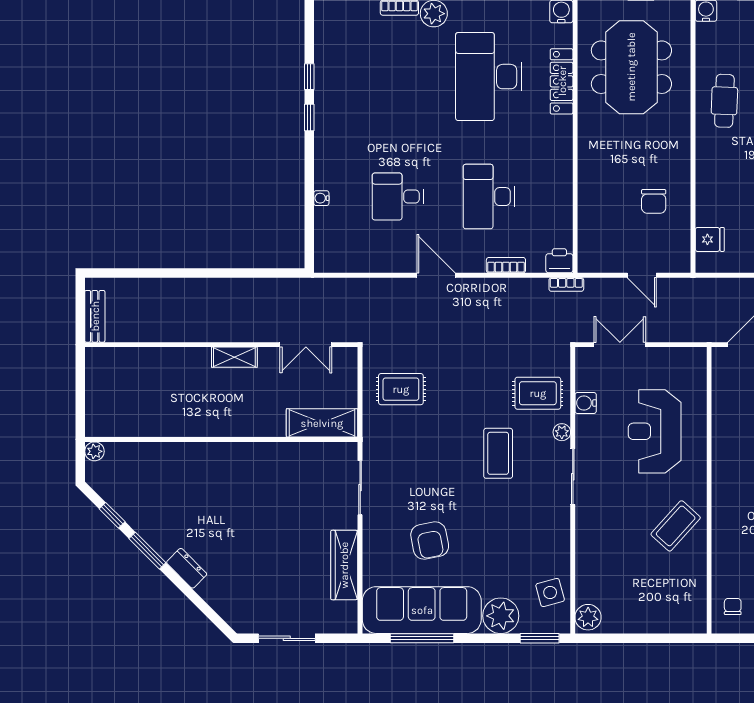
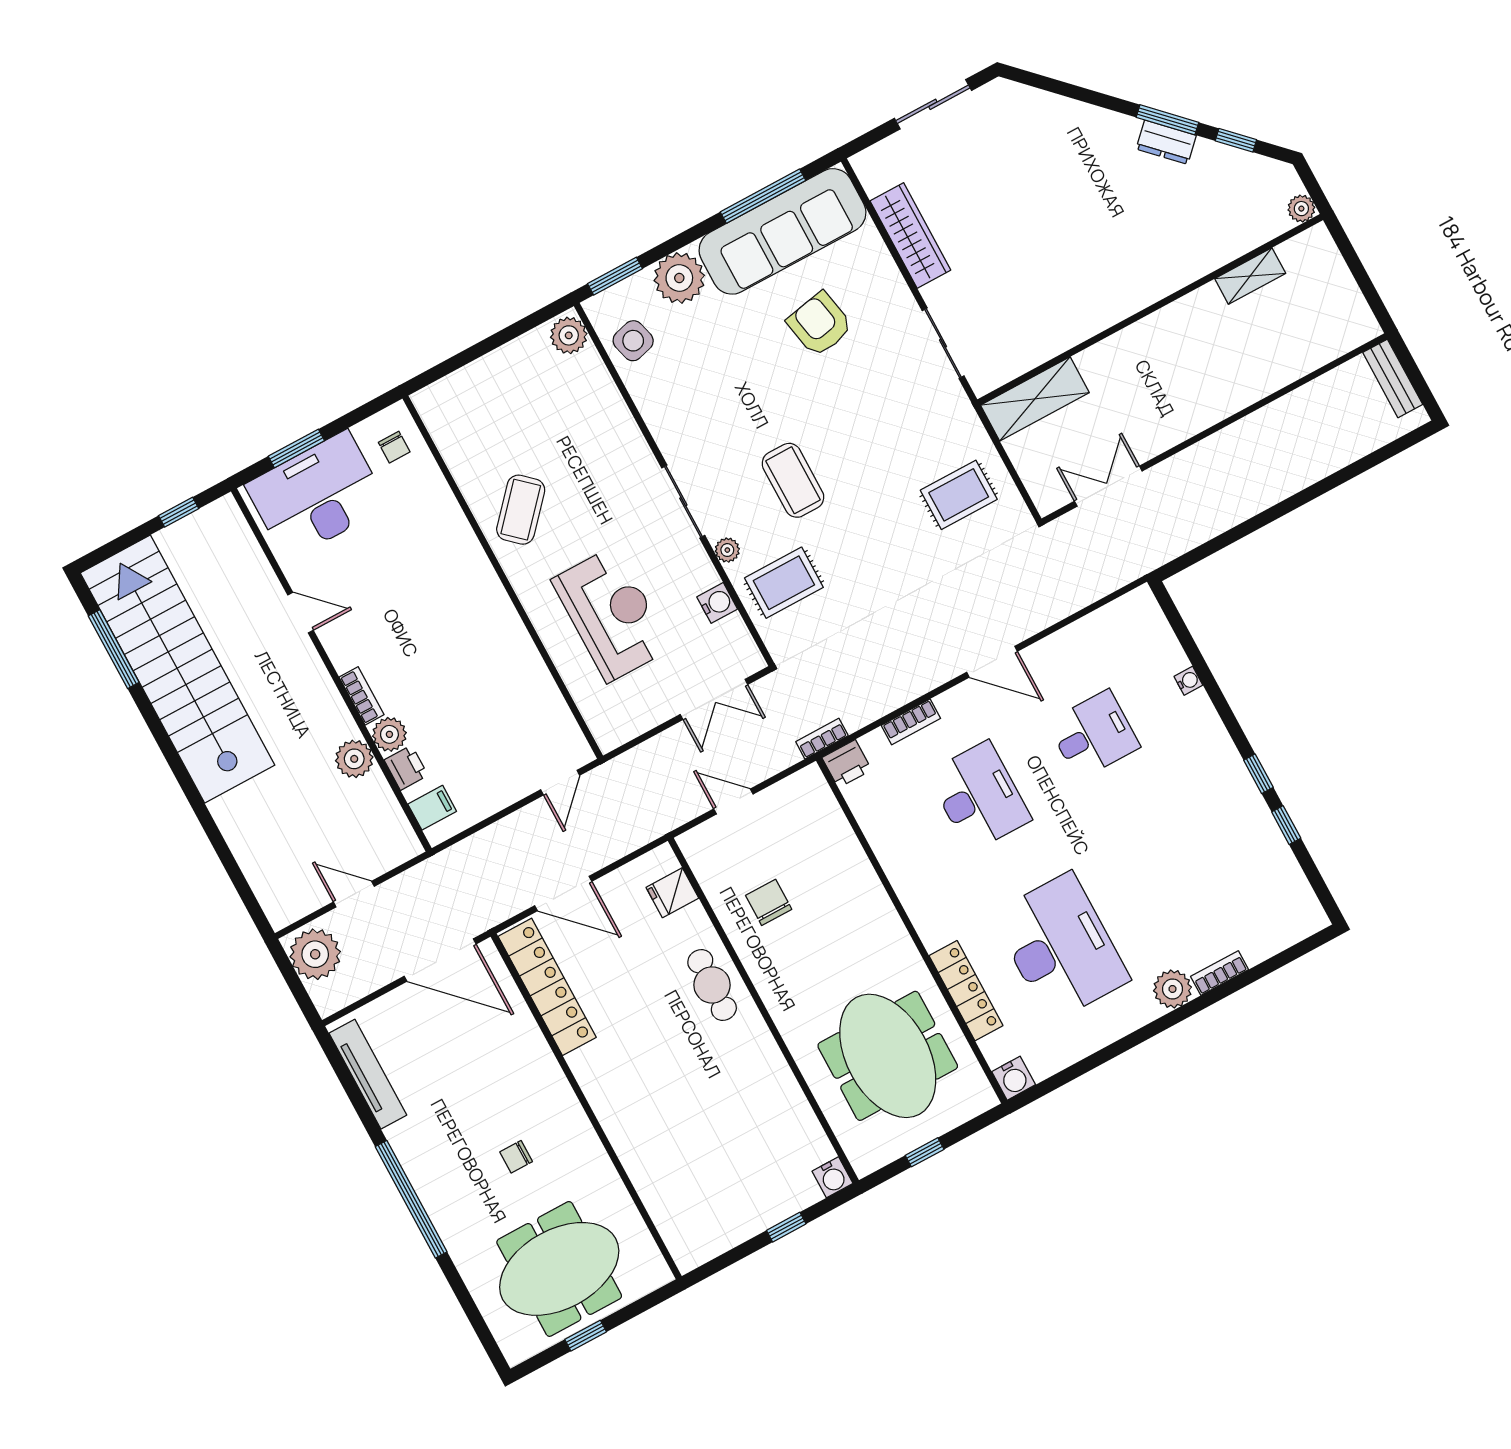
cafe table: (724, 101) -> (712, 985), moved
shelving: (234, 357) -> (1250, 276), moved
dresser: (187, 568) -> (1166, 142), moved

